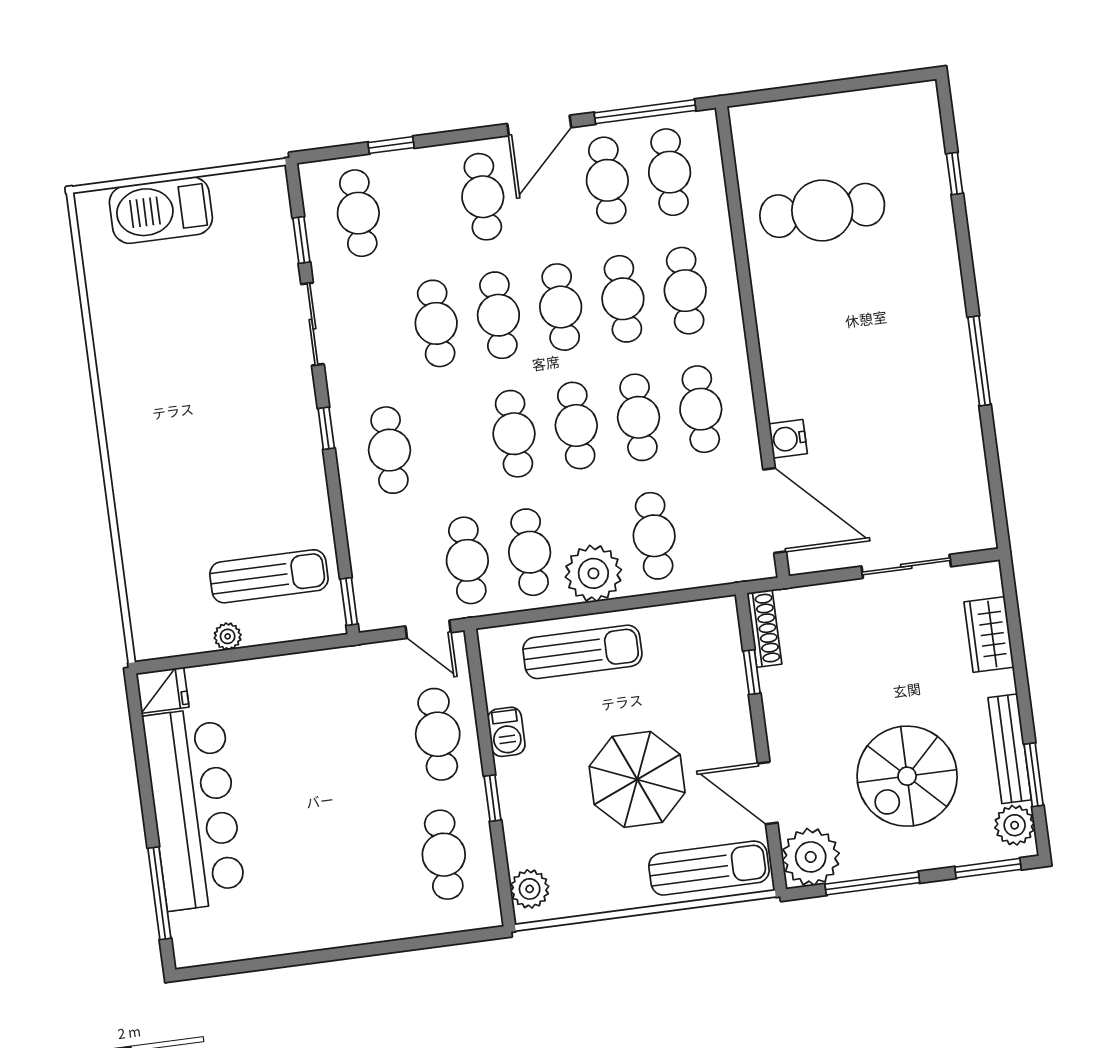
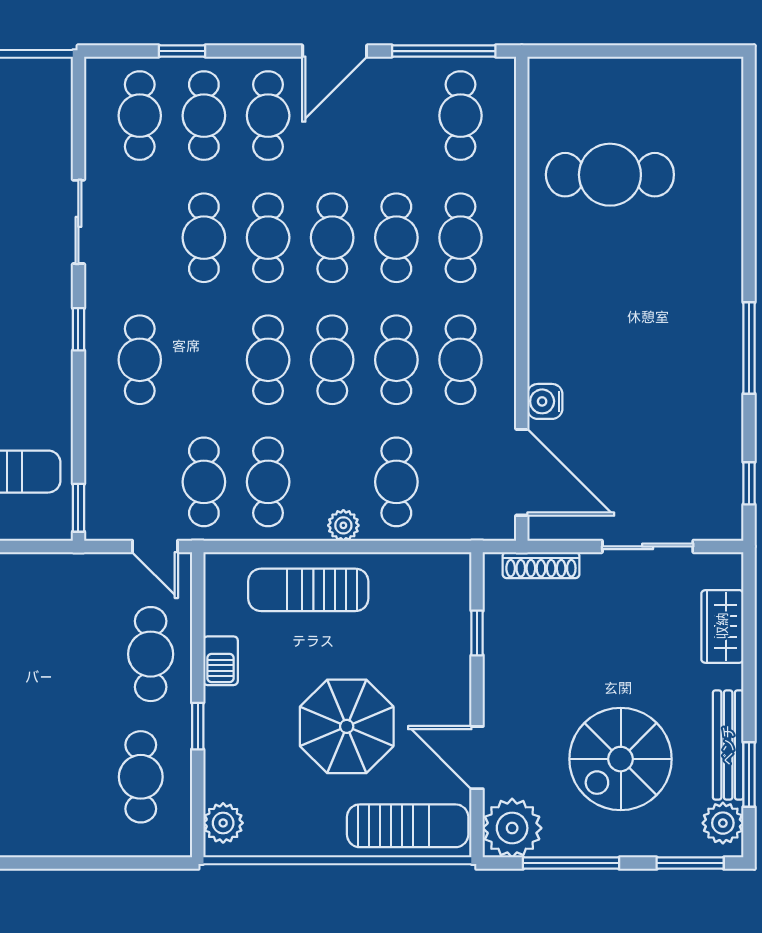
window: (955, 174) -> (749, 483), moved
cafe table: (607, 180) -> (204, 116), moved
window: (301, 240) -> (78, 135), removed
plant: (593, 573) -> (343, 525), width x0.53, depth x0.53
shoe rack: (764, 628) -> (541, 565), moved, turned 90
sun lounger: (582, 652) -> (308, 590), turned 180

